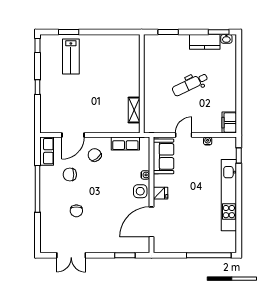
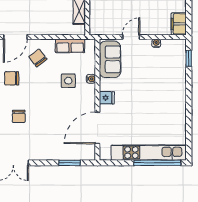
side table: (140, 191) -> (68, 81), moved
kitchen unit: (229, 195) -> (149, 153), moved, turned 90

